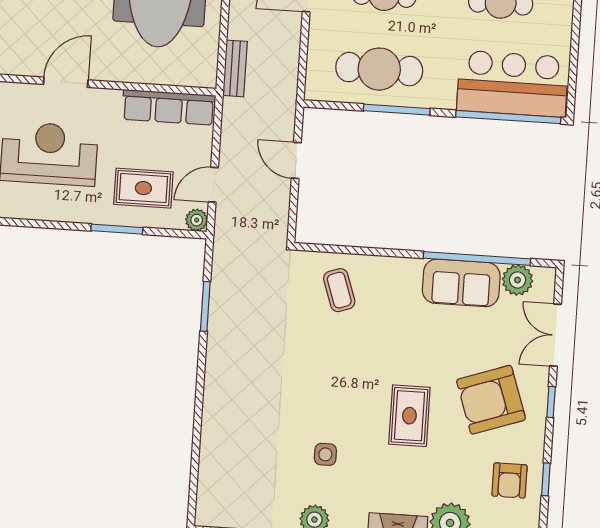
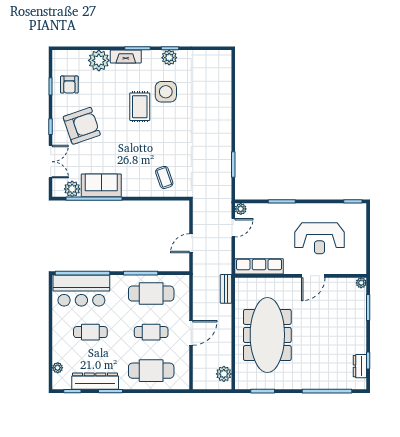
door: (296, 160) -> (191, 243), swing flipped
rug: (143, 188) -> (269, 224), removed
rug: (409, 416) -> (140, 107), moved
side table: (325, 454) -> (166, 92), width x1.87, depth x1.87
armchair: (509, 480) -> (69, 85), turned 180

